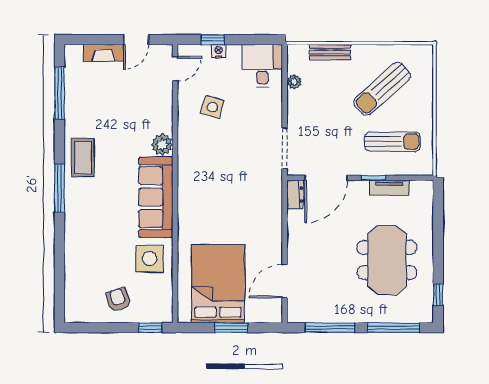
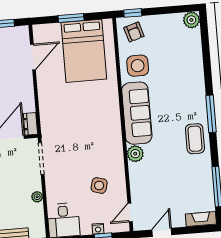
fireplace: (103, 53) -> (201, 219), moved
plant: (294, 82) -> (37, 197), moved
armchair: (118, 300) -> (134, 32), moved
plant: (75, 312) -> (191, 20), added

